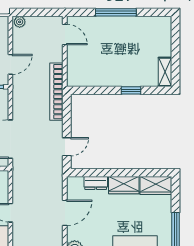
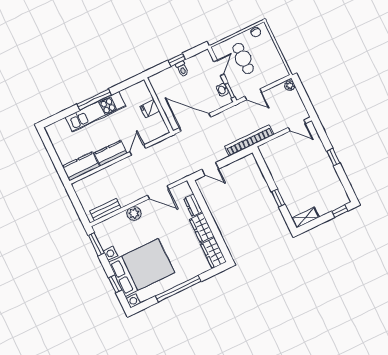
window: (116, 12) -> (333, 157), width x0.46
window: (176, 33) -> (340, 211), added
door: (65, 35) -> (297, 126), hinge flipped

